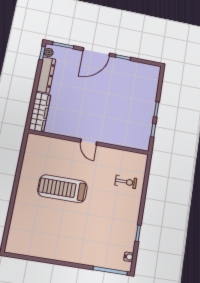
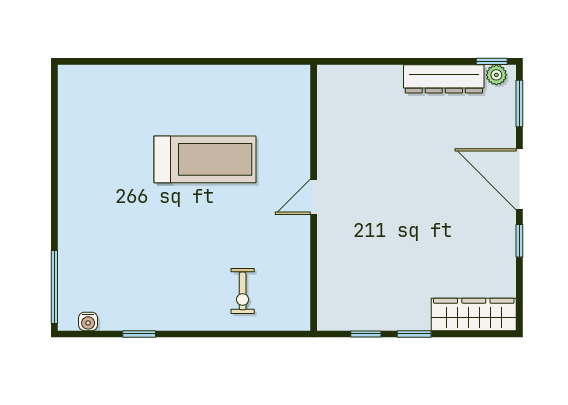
wardrobe: (40, 112) -> (474, 314), moved, turned 180
treadmill: (63, 189) -> (205, 159), turned 90

